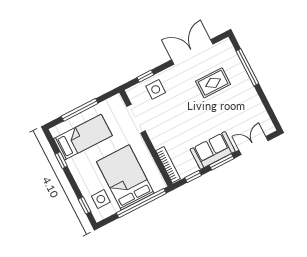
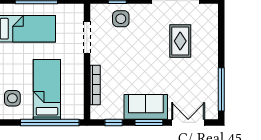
window: (247, 67) -> (221, 89), moved
rug: (213, 83) -> (180, 41), turned 90
bookcase: (168, 165) -> (95, 85), moved
bed: (125, 177) -> (47, 89), width x0.67

